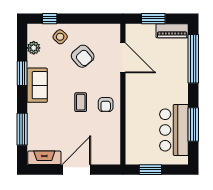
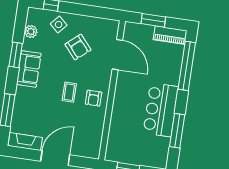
bar counter: (174, 130) -> (161, 110), moved

